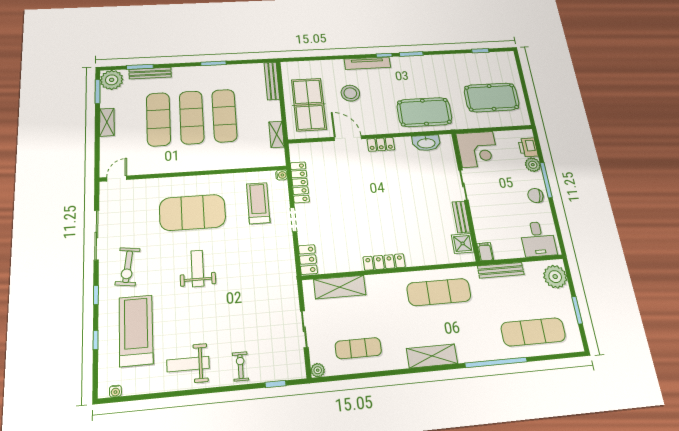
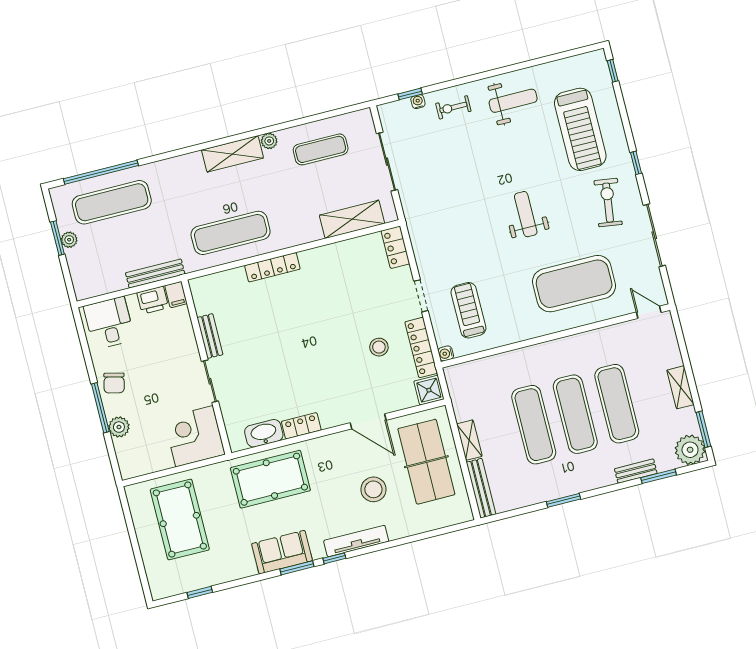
sofa: (421, 65) -> (282, 552), added
bench: (150, 73) -> (636, 471), width x0.73
pool table: (492, 97) -> (180, 519), turned 90
shelving: (277, 134) -> (469, 440), moved
locker: (381, 144) -> (301, 426), moved
printer: (528, 147) -> (153, 300), moved, turned 90
door: (117, 179) -> (649, 312), swing flipped
stool: (332, 188) -> (379, 347), added
chair: (535, 195) -> (114, 383), turned 92
treadmill: (258, 203) -> (468, 310), turned 180
exercise mat: (192, 212) -> (574, 284), moved
shower: (463, 243) -> (429, 390), moved
locker: (384, 262) -> (272, 267), moved
weight bench: (197, 268) -> (526, 214), turned 180
plant: (555, 277) -> (69, 240), moved, width x0.53, depth x0.53
sliding door: (304, 329) -> (387, 162), width x1.37
window: (96, 340) -> (613, 71), moved
window: (496, 362) -> (101, 172), moved
exercise bike: (240, 366) -> (453, 107), turned 90
plant: (318, 370) -> (269, 141), moved
water cooler: (115, 391) -> (418, 102), moved

